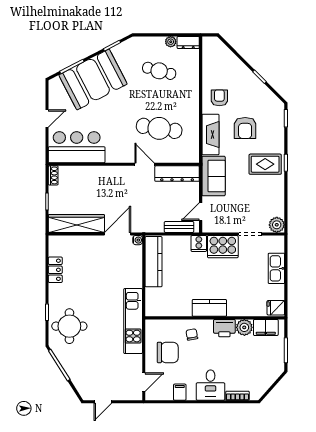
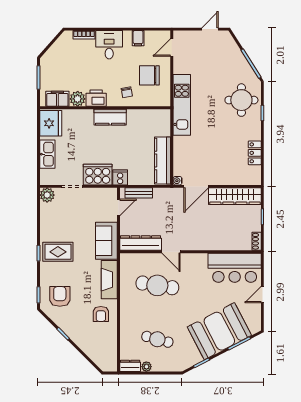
armchair: (245, 128) -> (60, 296), moved
fridge: (276, 308) -> (51, 123), width x1.88, depth x1.34

